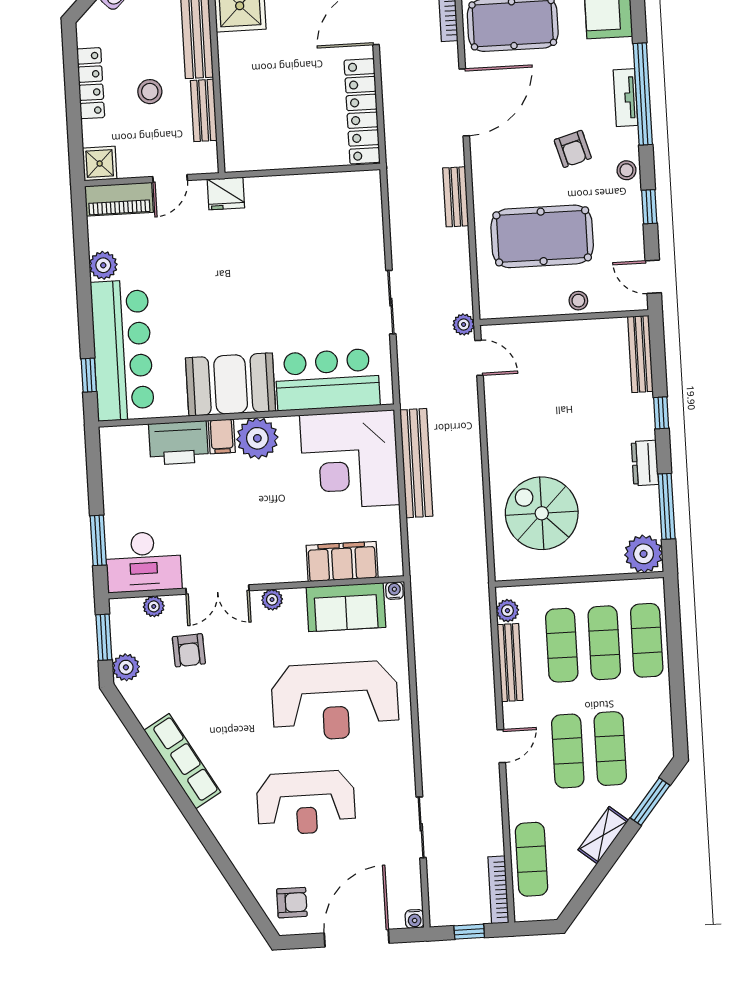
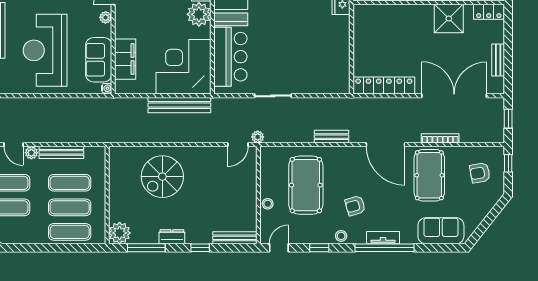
spiral stairs: (542, 513) -> (162, 177), moved, turned 180
plant: (507, 611) -> (31, 153), moved

